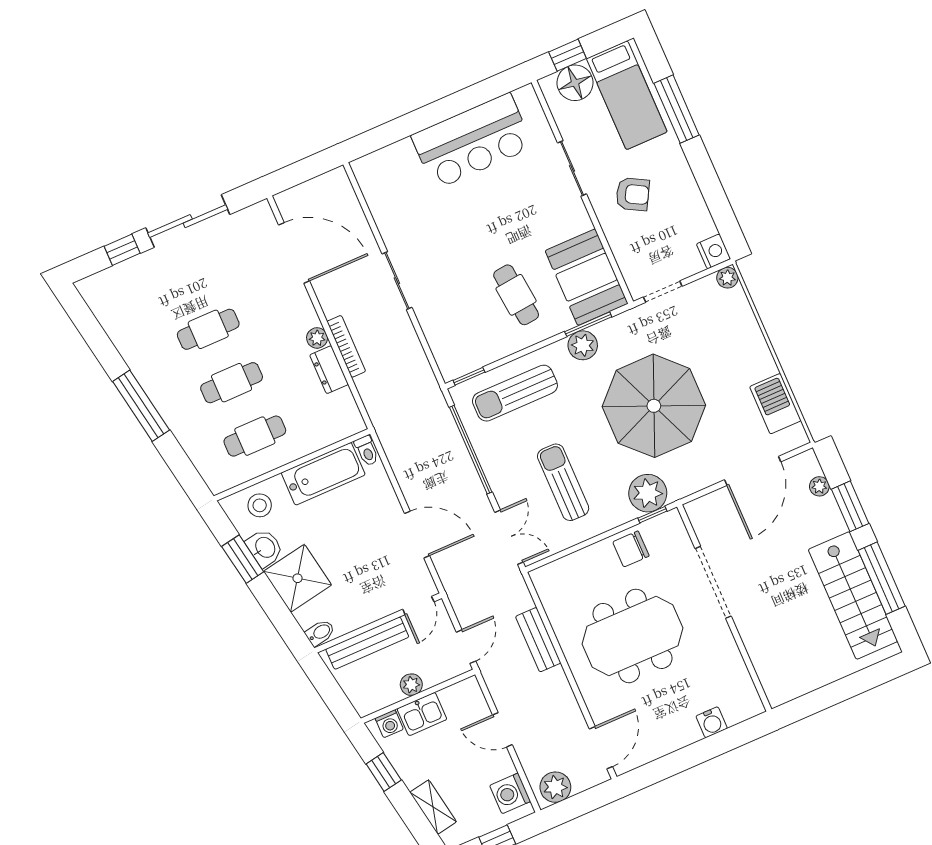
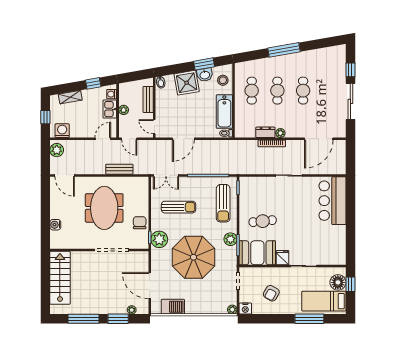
bar counter: (472, 141) -> (332, 201), moved
armchair: (633, 194) -> (271, 293), moved
fridge: (574, 220) -> (283, 258), added
sun lounger: (515, 393) -> (223, 203), turned 180
stairs: (853, 595) -> (60, 278), moved, turned 90
bench: (367, 643) -> (148, 99), width x0.73
door: (502, 730) -> (103, 139), moved

